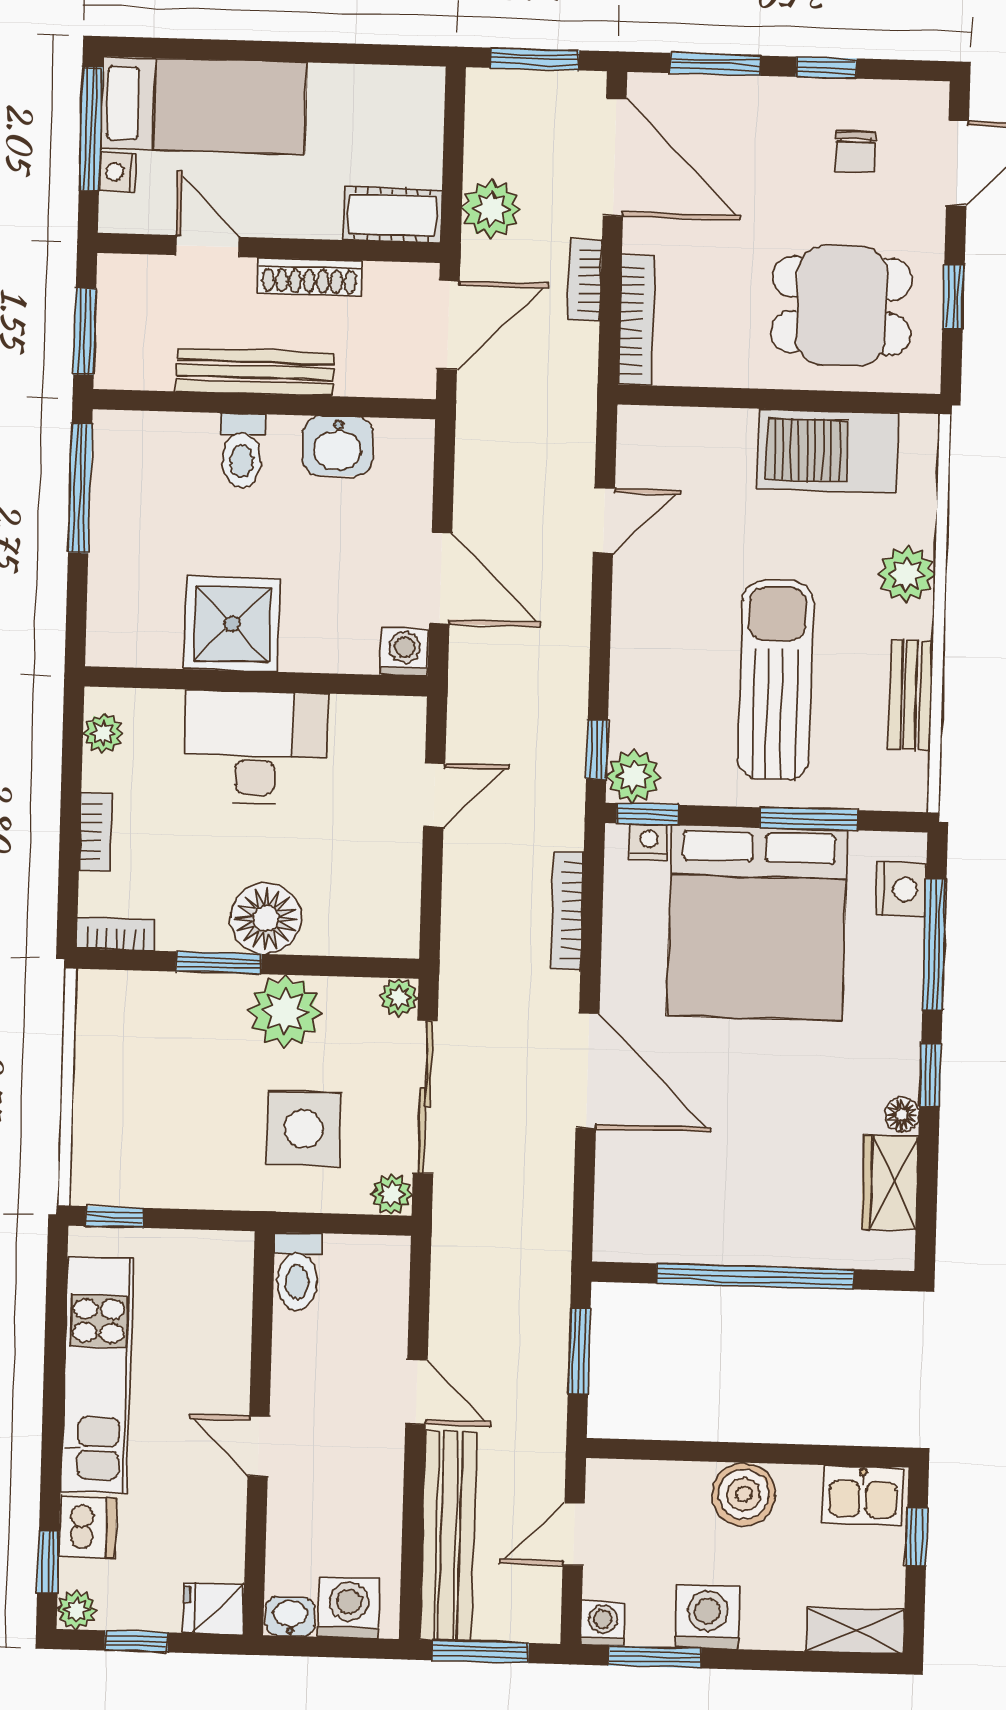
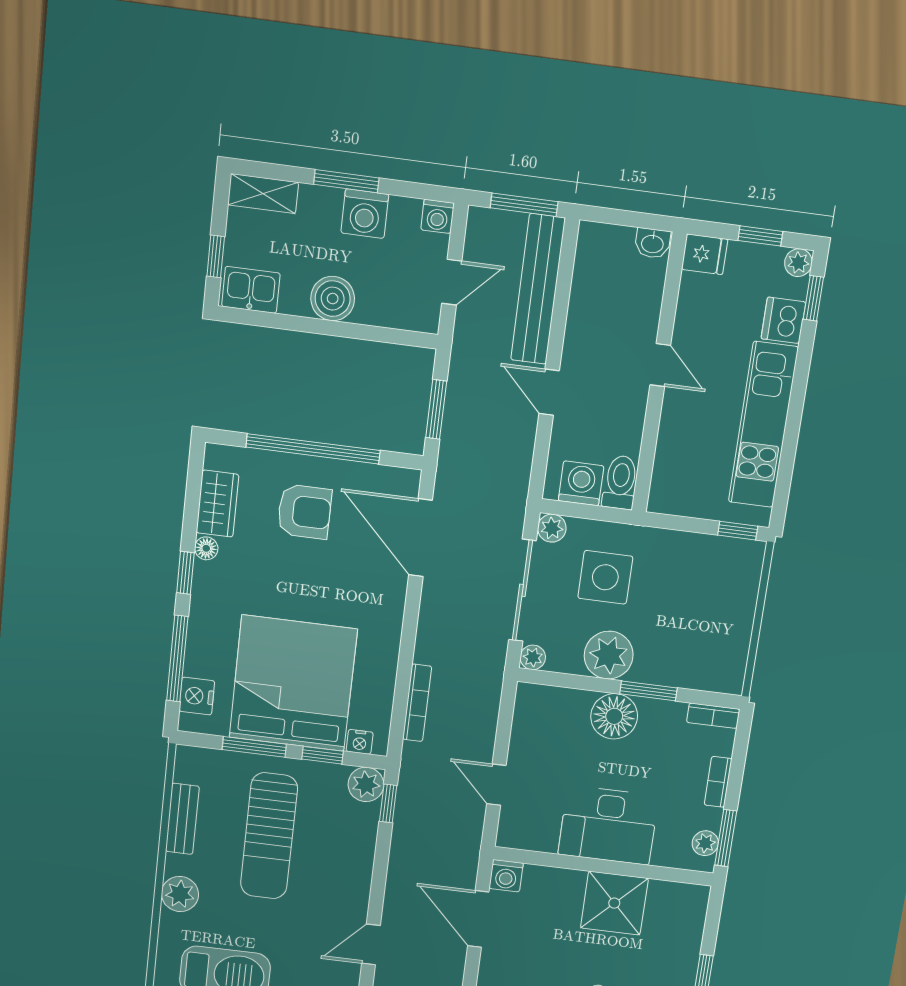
window: (72, 744) -> (726, 838), added
door: (434, 795) -> (496, 785), hinge flipped
window: (648, 814) -> (323, 755), moved
door: (587, 1071) -> (421, 538), moved
armchair: (760, 1183) -> (304, 512), added
washing machine: (349, 1608) -> (581, 483), moved, turned 180
window: (655, 1657) -> (346, 181), moved

